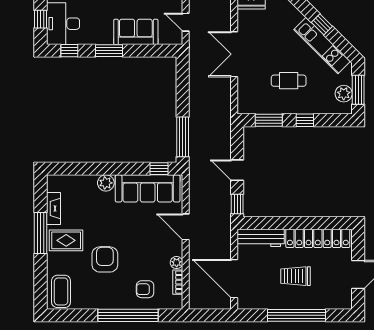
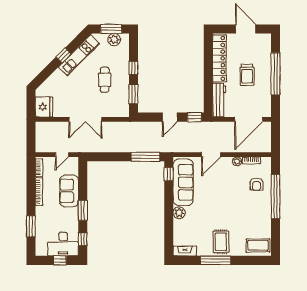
fireplace: (53, 208) -> (185, 251), moved
armchair: (105, 259) -> (235, 213), removed

